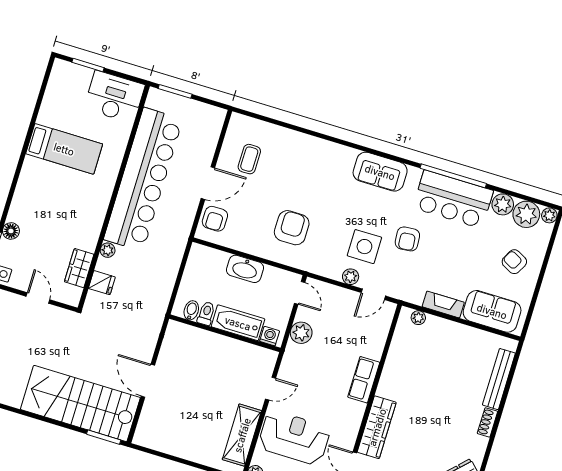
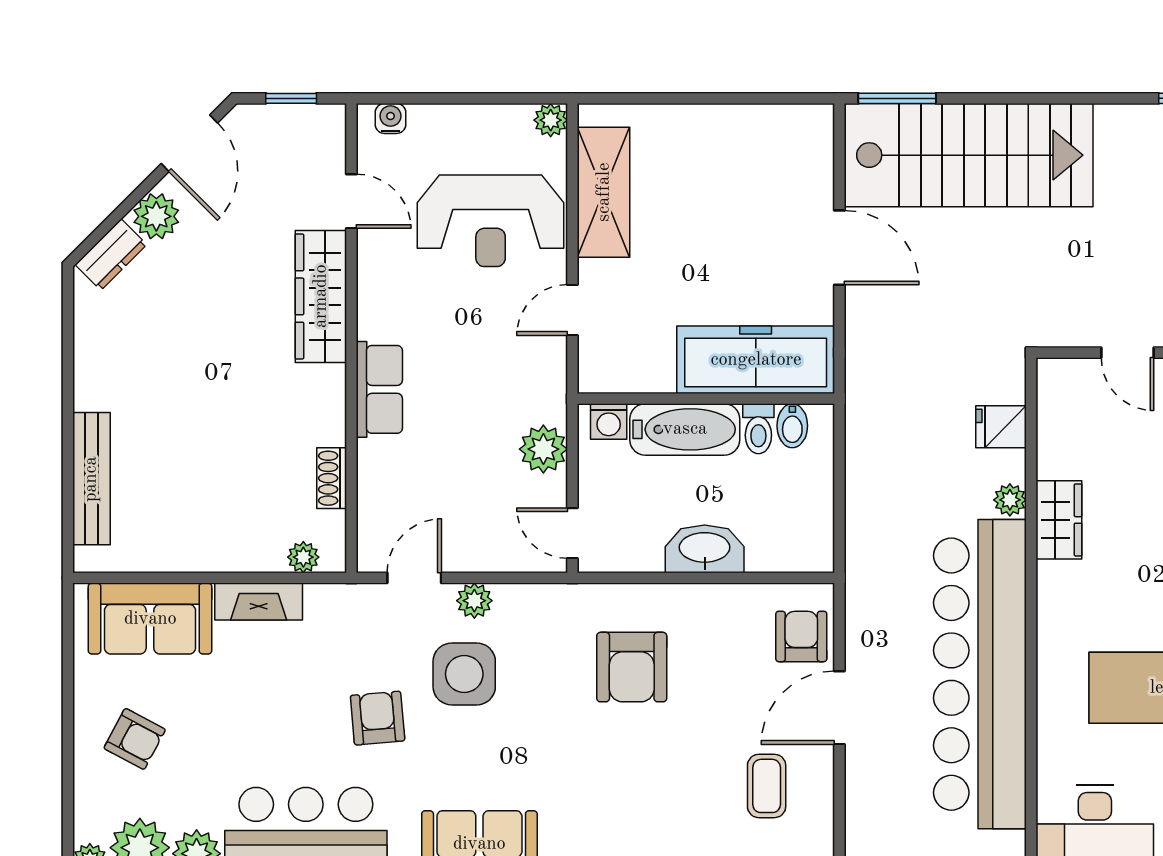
wardrobe: (79, 268) -> (1059, 520), moved
freezer: (198, 343) -> (756, 360), added
shoe rack: (487, 422) -> (332, 478), moved, turned 180

